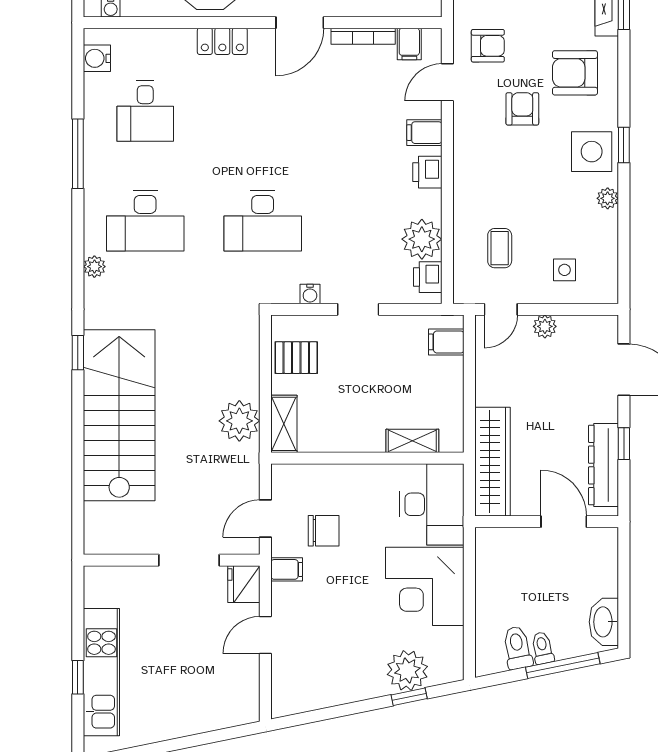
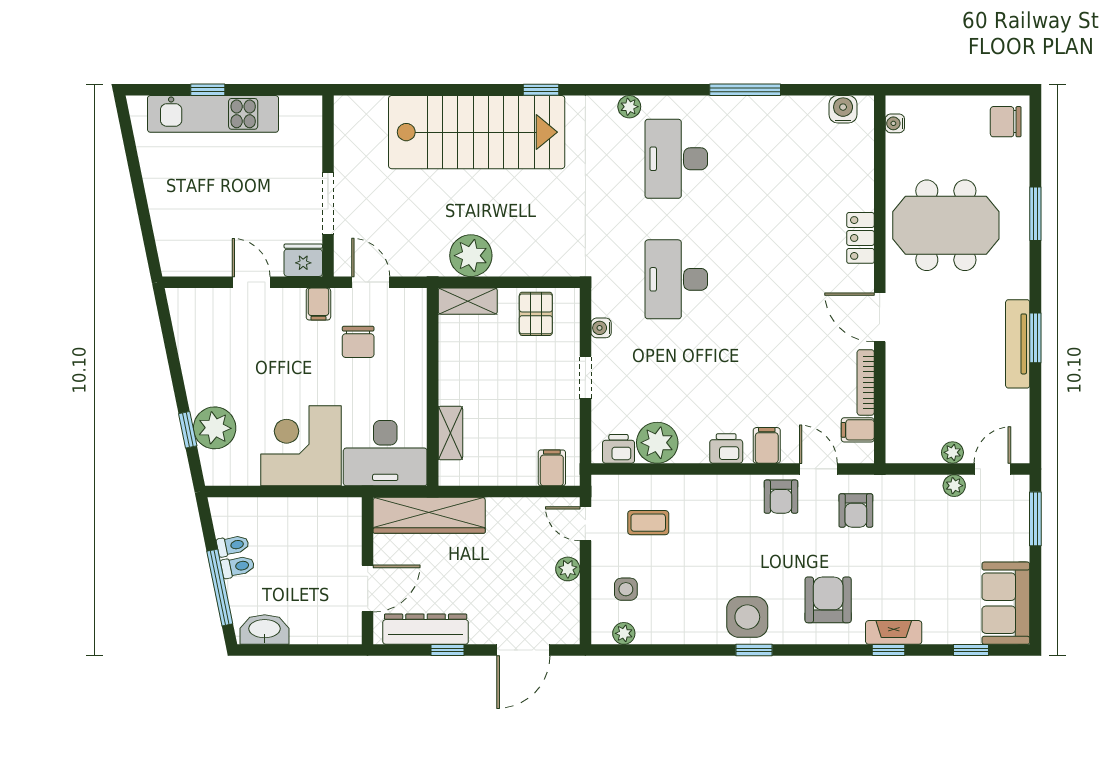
armchair: (522, 109) -> (781, 497), moved, turned 90
desk: (145, 111) -> (789, 159), removed
plant: (608, 198) -> (624, 633), moved
toilet: (517, 648) -> (233, 545), width x0.73, depth x0.72

